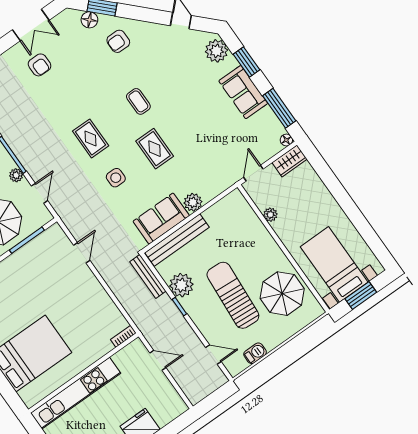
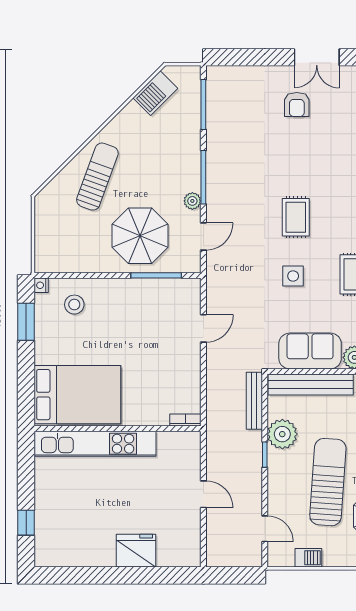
bookcase: (123, 336) -> (185, 420), moved
wall: (83, 373) -> (118, 429), moved
kitchen unit: (76, 393) -> (95, 444), moved

